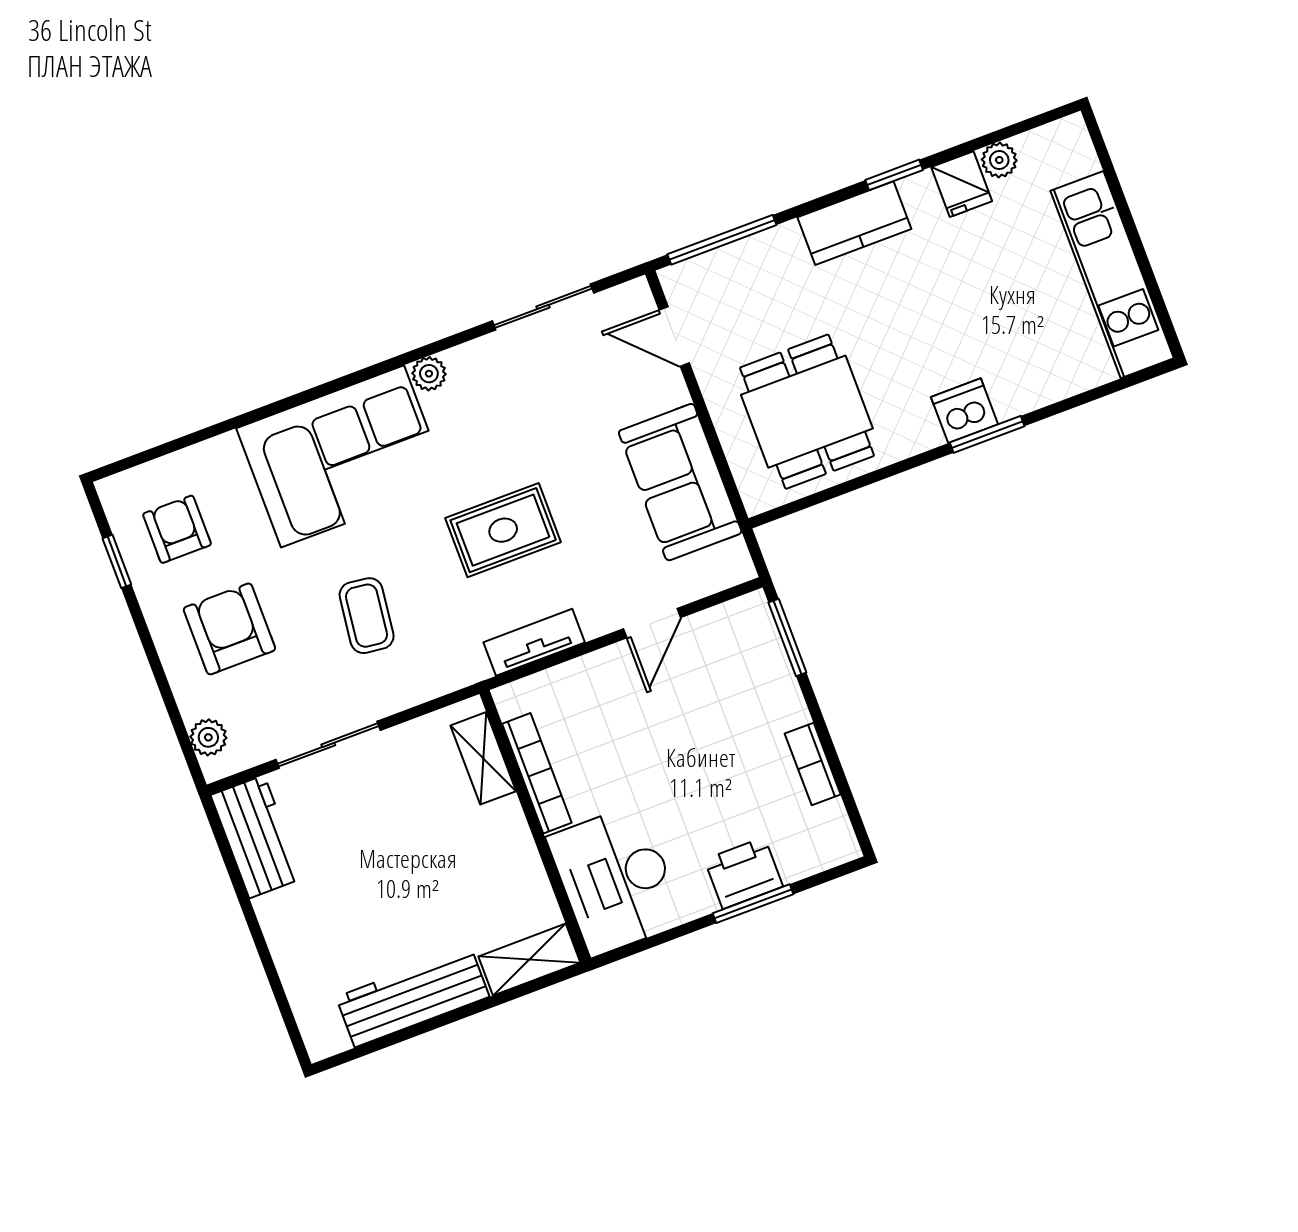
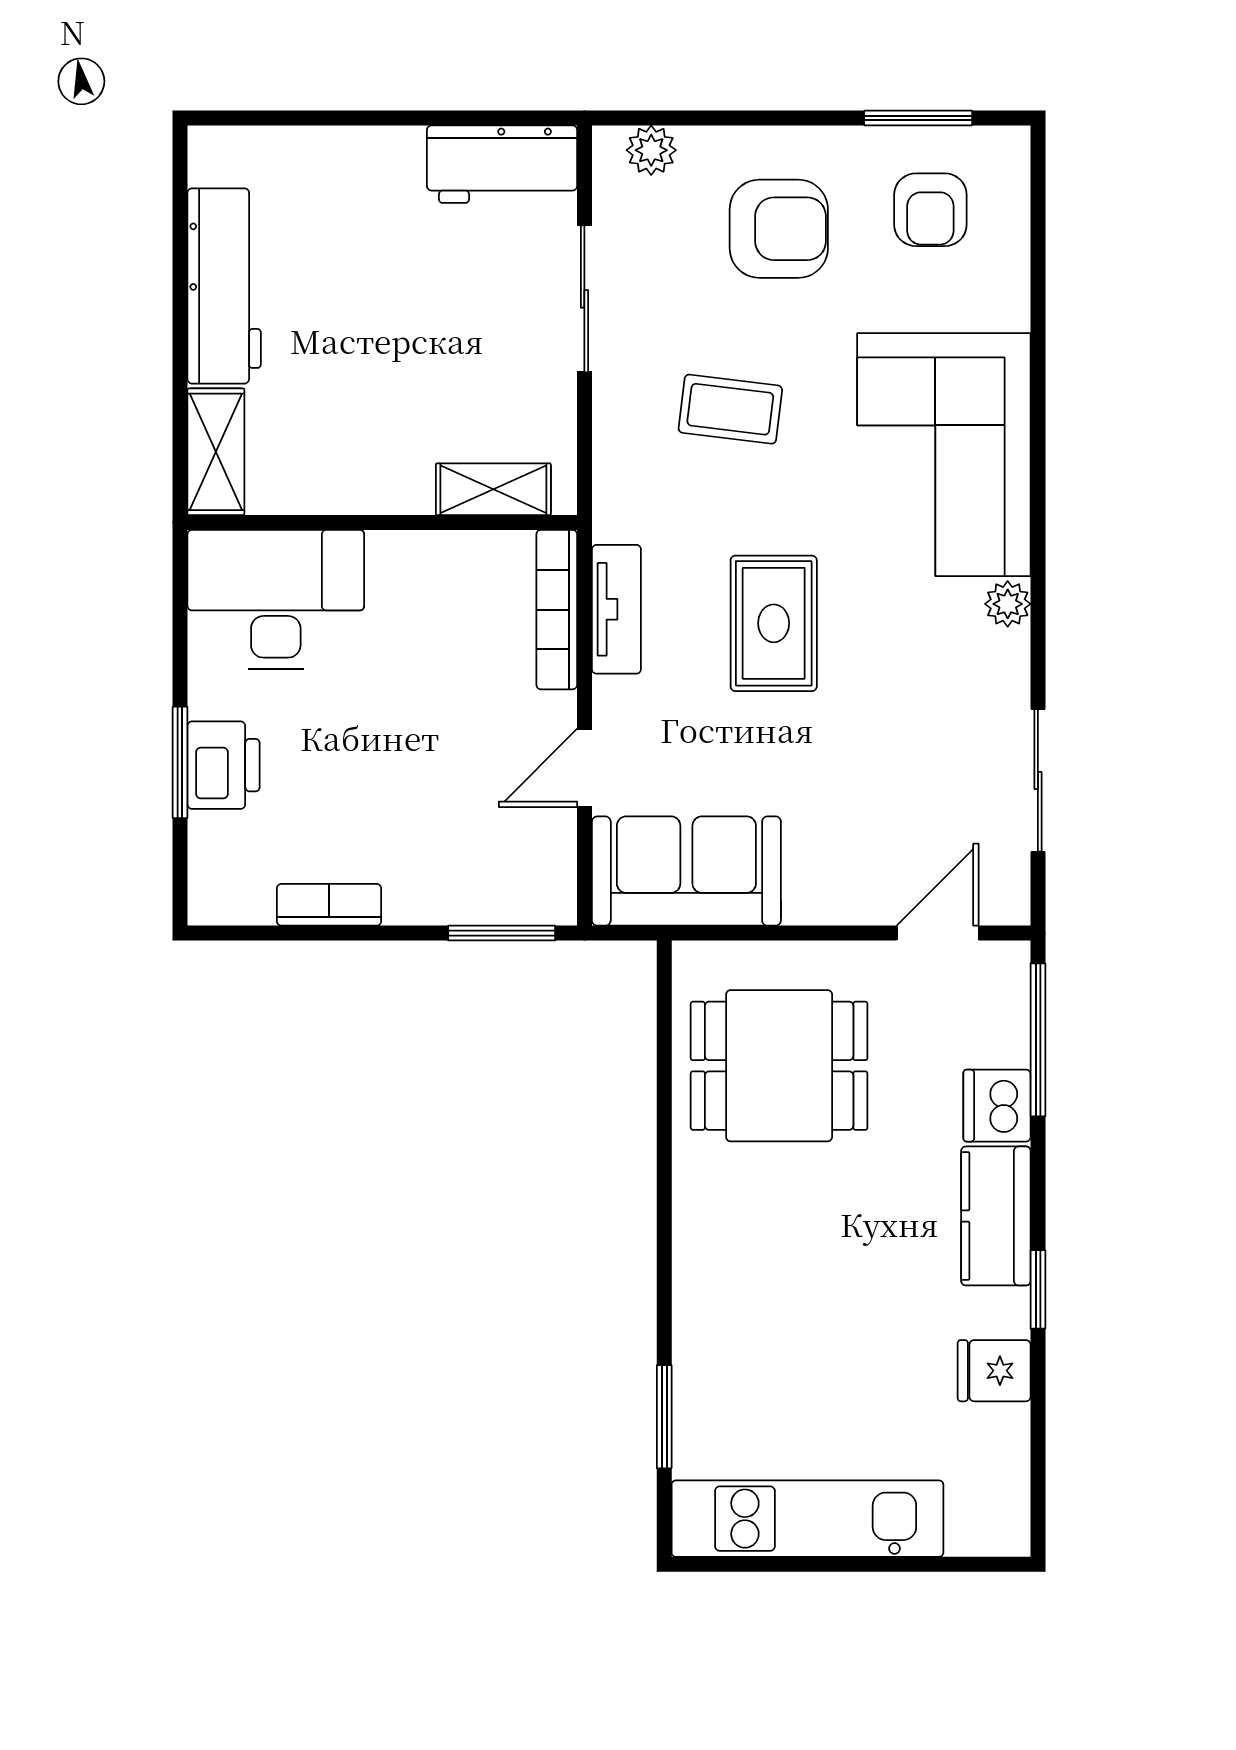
plant: (999, 160) -> (1007, 1430), removed
dishwasher: (964, 411) -> (997, 1106), moved, turned 180
window: (987, 434) -> (664, 1417), moved
sofa: (680, 482) -> (686, 871), moved
armchair: (177, 529) -> (930, 210), turned 90
window: (117, 561) -> (918, 118), width x1.50
door: (652, 623) -> (584, 768), hinge flipped
bookcase: (537, 773) -> (557, 610), moved, turned 90

